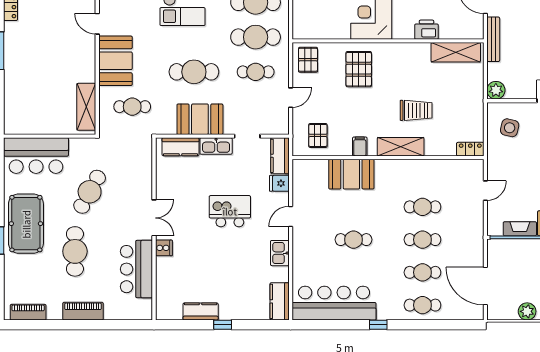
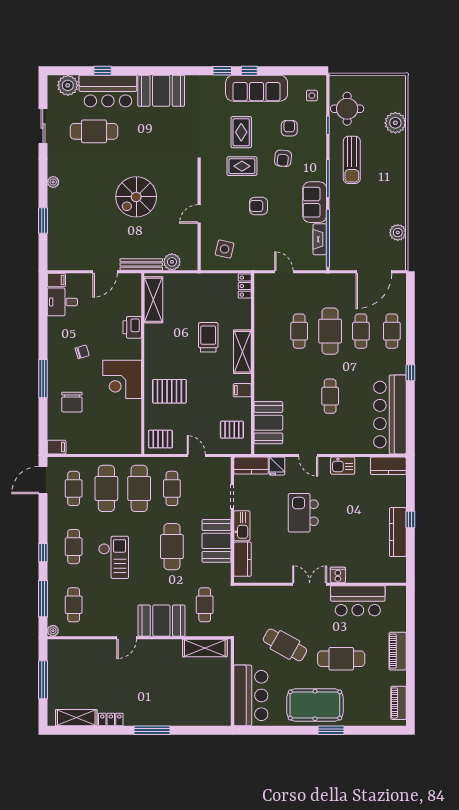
plant: (496, 90) -> (172, 262), moved
booth: (351, 174) -> (268, 423), moved
cafe table: (422, 240) -> (330, 331), width x1.37, depth x1.35
kitchen counter: (201, 311) -> (398, 532), width x1.50

